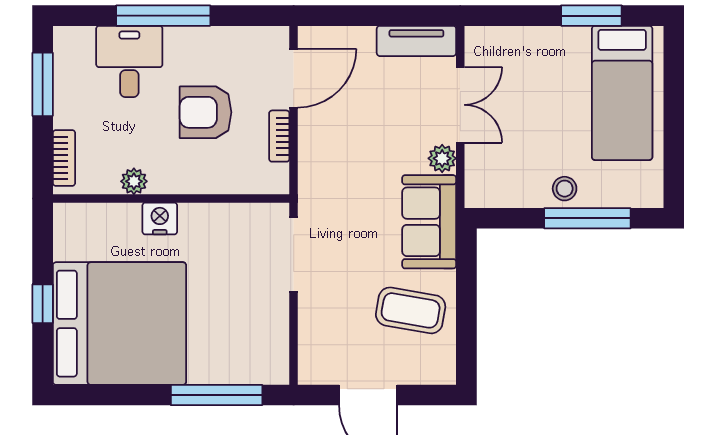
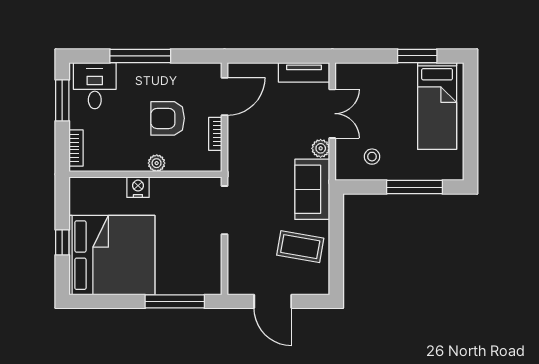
desk: (129, 62) -> (95, 86), moved
plant: (134, 181) -> (157, 163), moved
stool: (565, 189) -> (372, 157), moved

